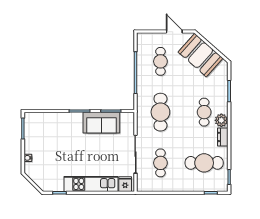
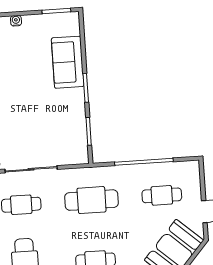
sofa: (101, 123) -> (68, 62), moved

